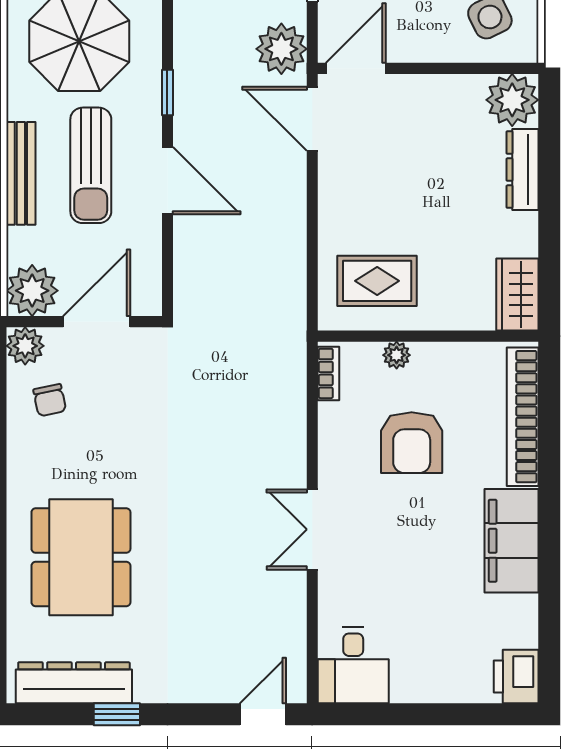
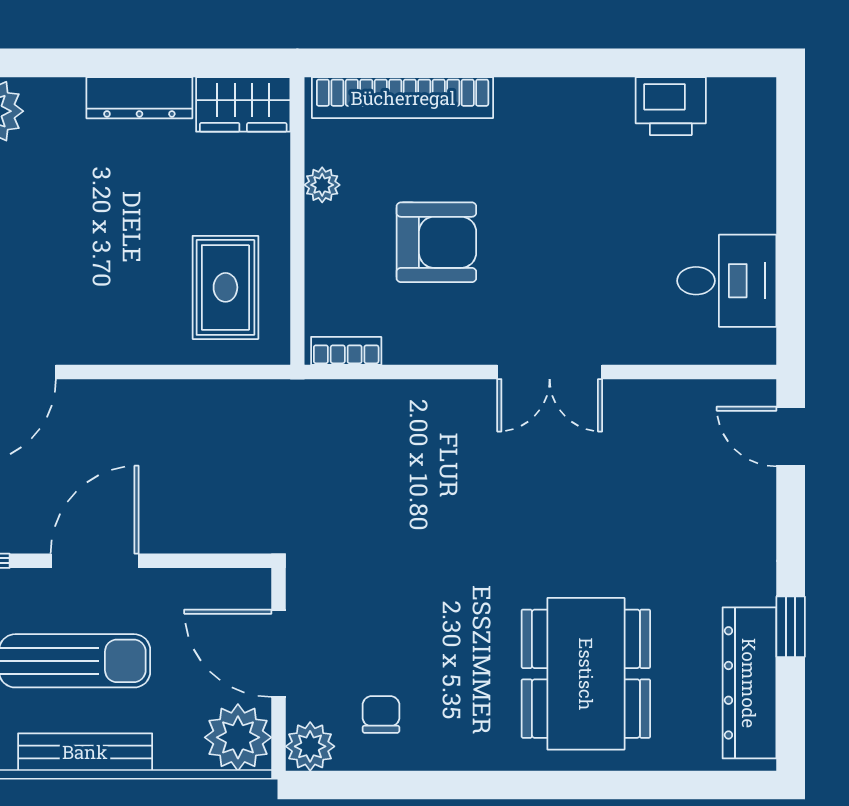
dresser: (522, 170) -> (139, 98), moved
plant: (397, 355) -> (322, 185), moved
chair: (50, 400) -> (381, 715), turned -78
filing cabinet: (512, 541) -> (564, 112), removed
dining table: (81, 557) -> (586, 674), turned 90
desk: (353, 665) -> (727, 281), moved
printer: (516, 676) -> (671, 106), moved

